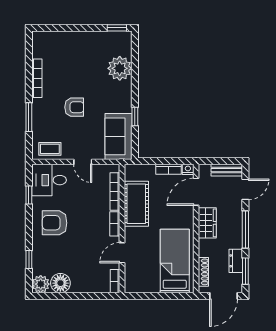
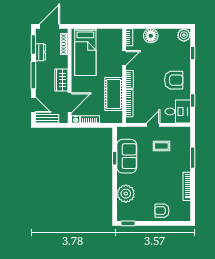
armchair: (74, 107) -> (162, 211), moved
sofa: (118, 136) -> (127, 156), moved
coffee table: (50, 149) -> (161, 146), moved
door: (83, 162) -> (153, 125), hinge flipped
door: (245, 189) -> (33, 105), swing flipped
floor lamp: (60, 283) -> (151, 36), moved

